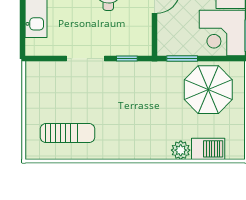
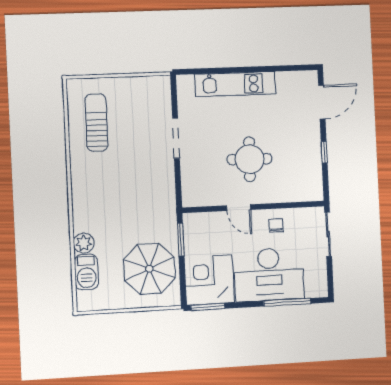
window: (127, 59) -> (178, 182), removed
sun lounger: (68, 133) -> (96, 123), turned 180

